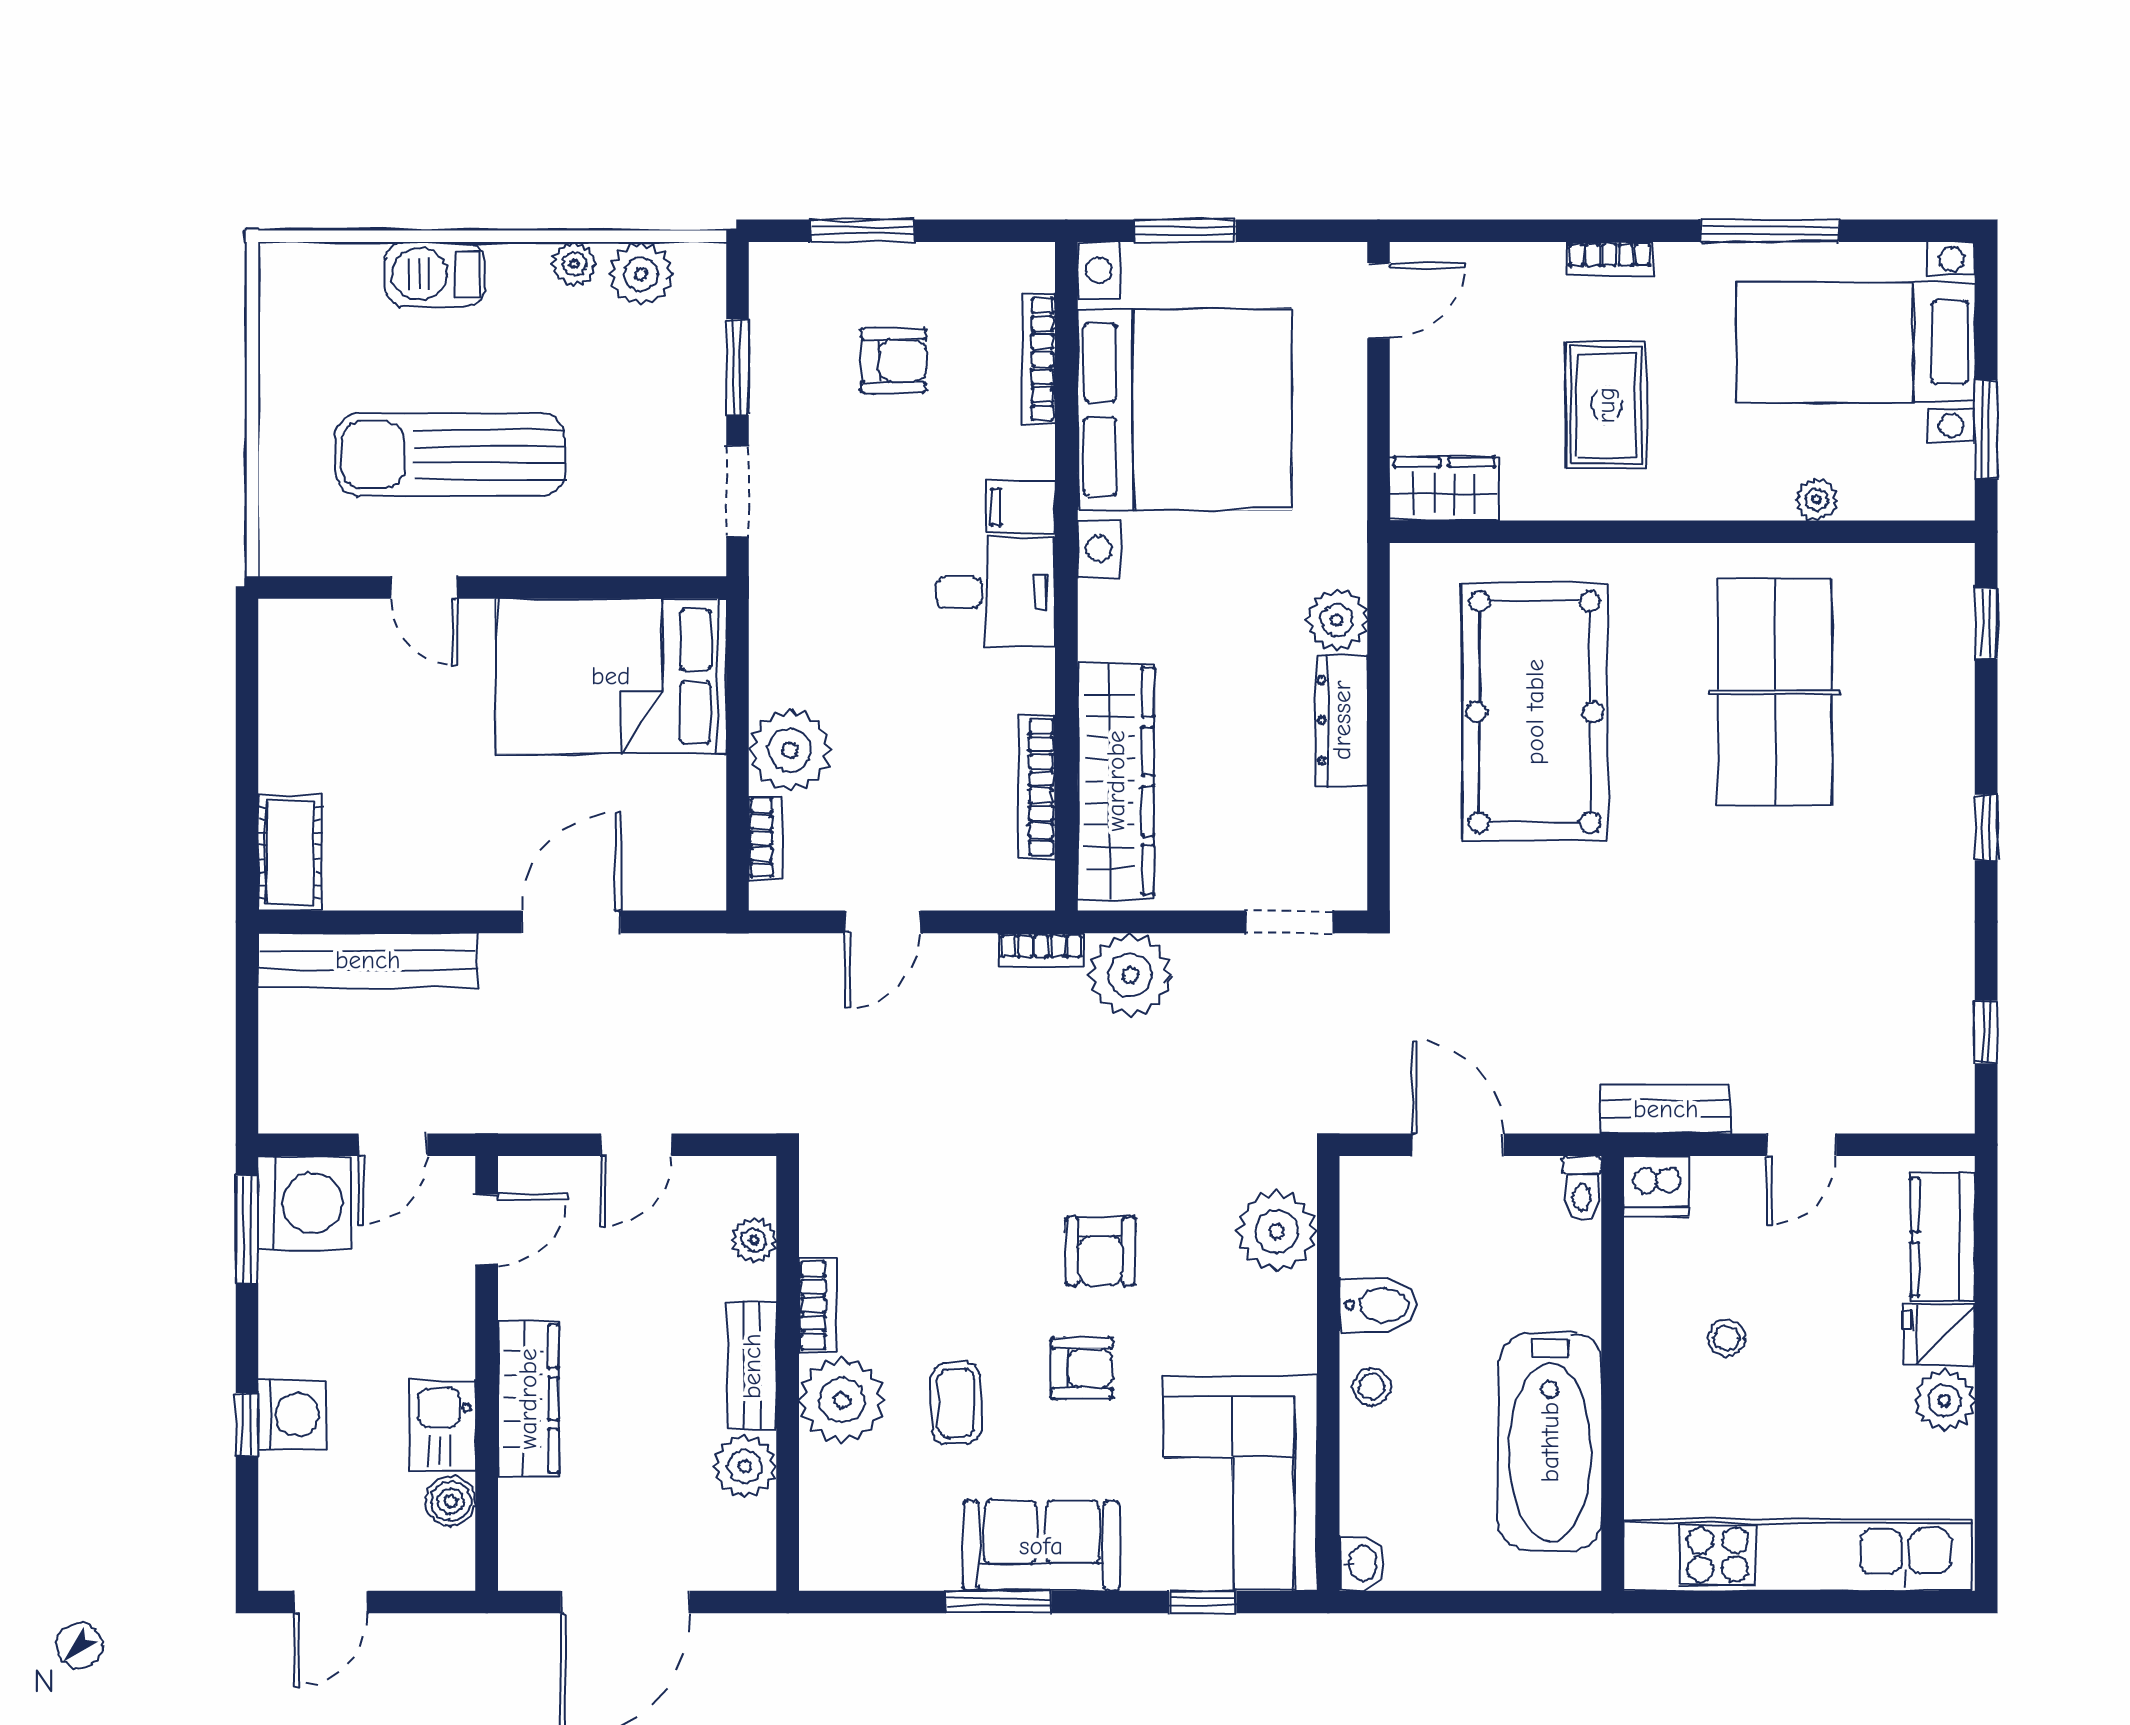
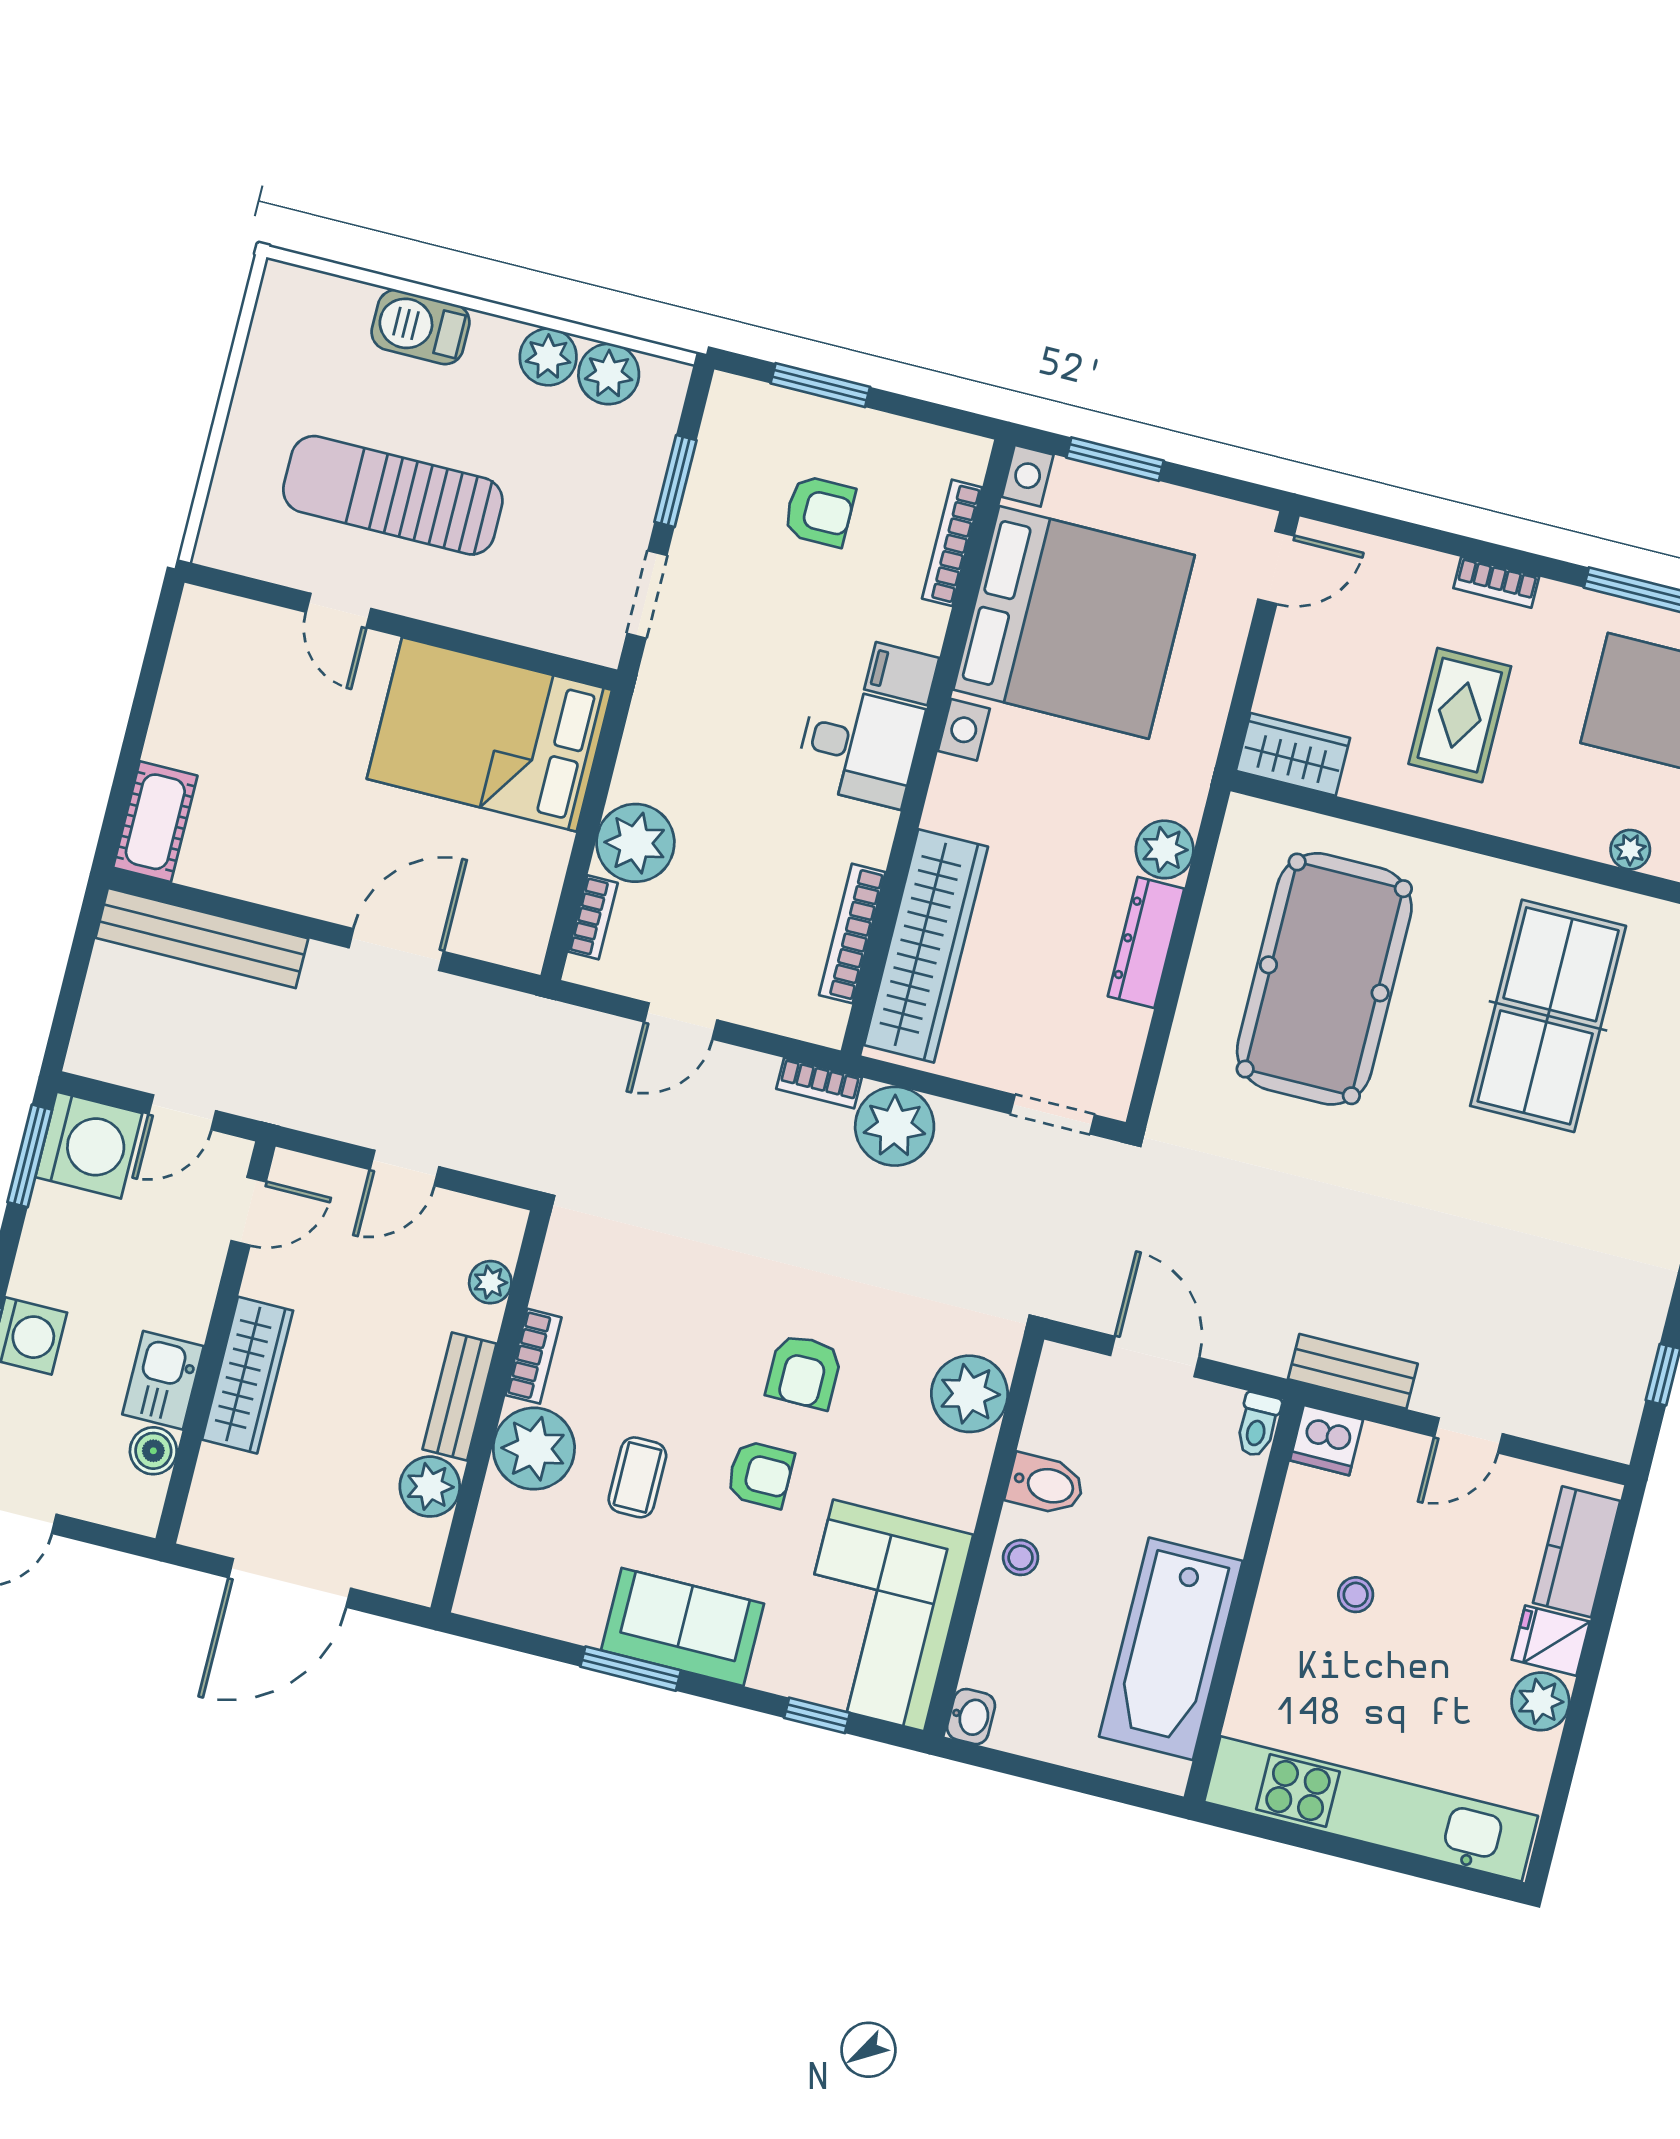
plant: (574, 264) -> (548, 357), width x1.38, depth x1.38

